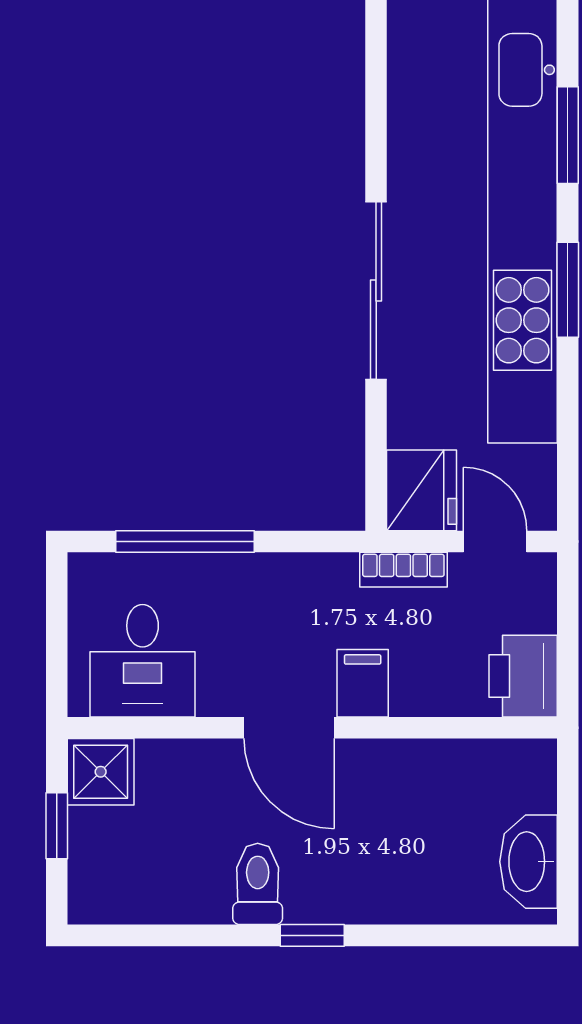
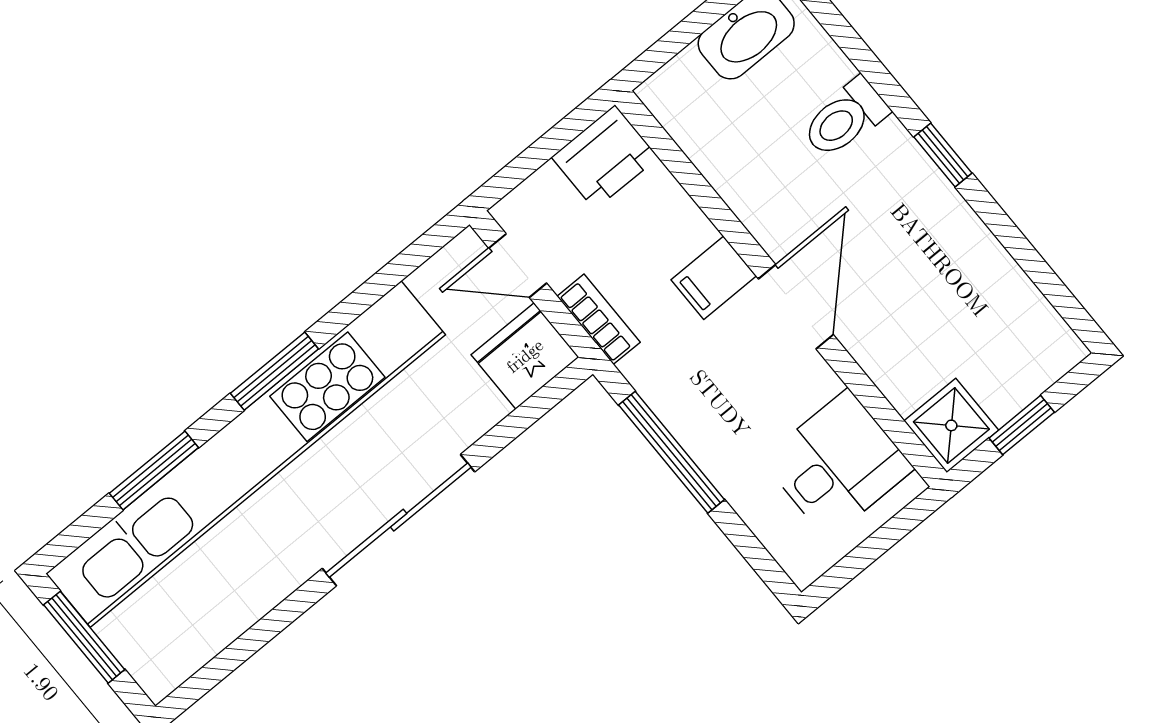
window: (185, 541) -> (672, 452), moved
door: (495, 541) -> (518, 266), hinge flipped
toilet: (258, 884) -> (845, 118), moved

